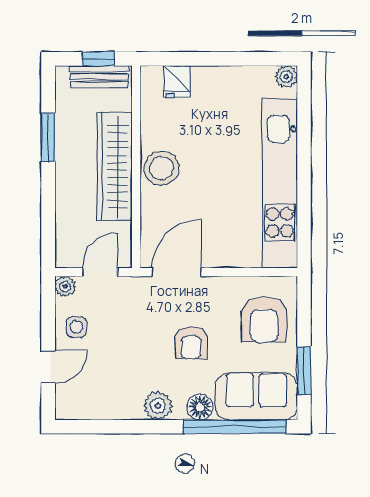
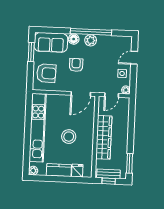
kitchen counter: (223, 81) -> (59, 170), added
window: (48, 138) -> (130, 163), moved
stool: (161, 168) -> (69, 137), moved
armchair: (264, 320) -> (46, 73), turned 92
window: (235, 427) -> (91, 32), moved

